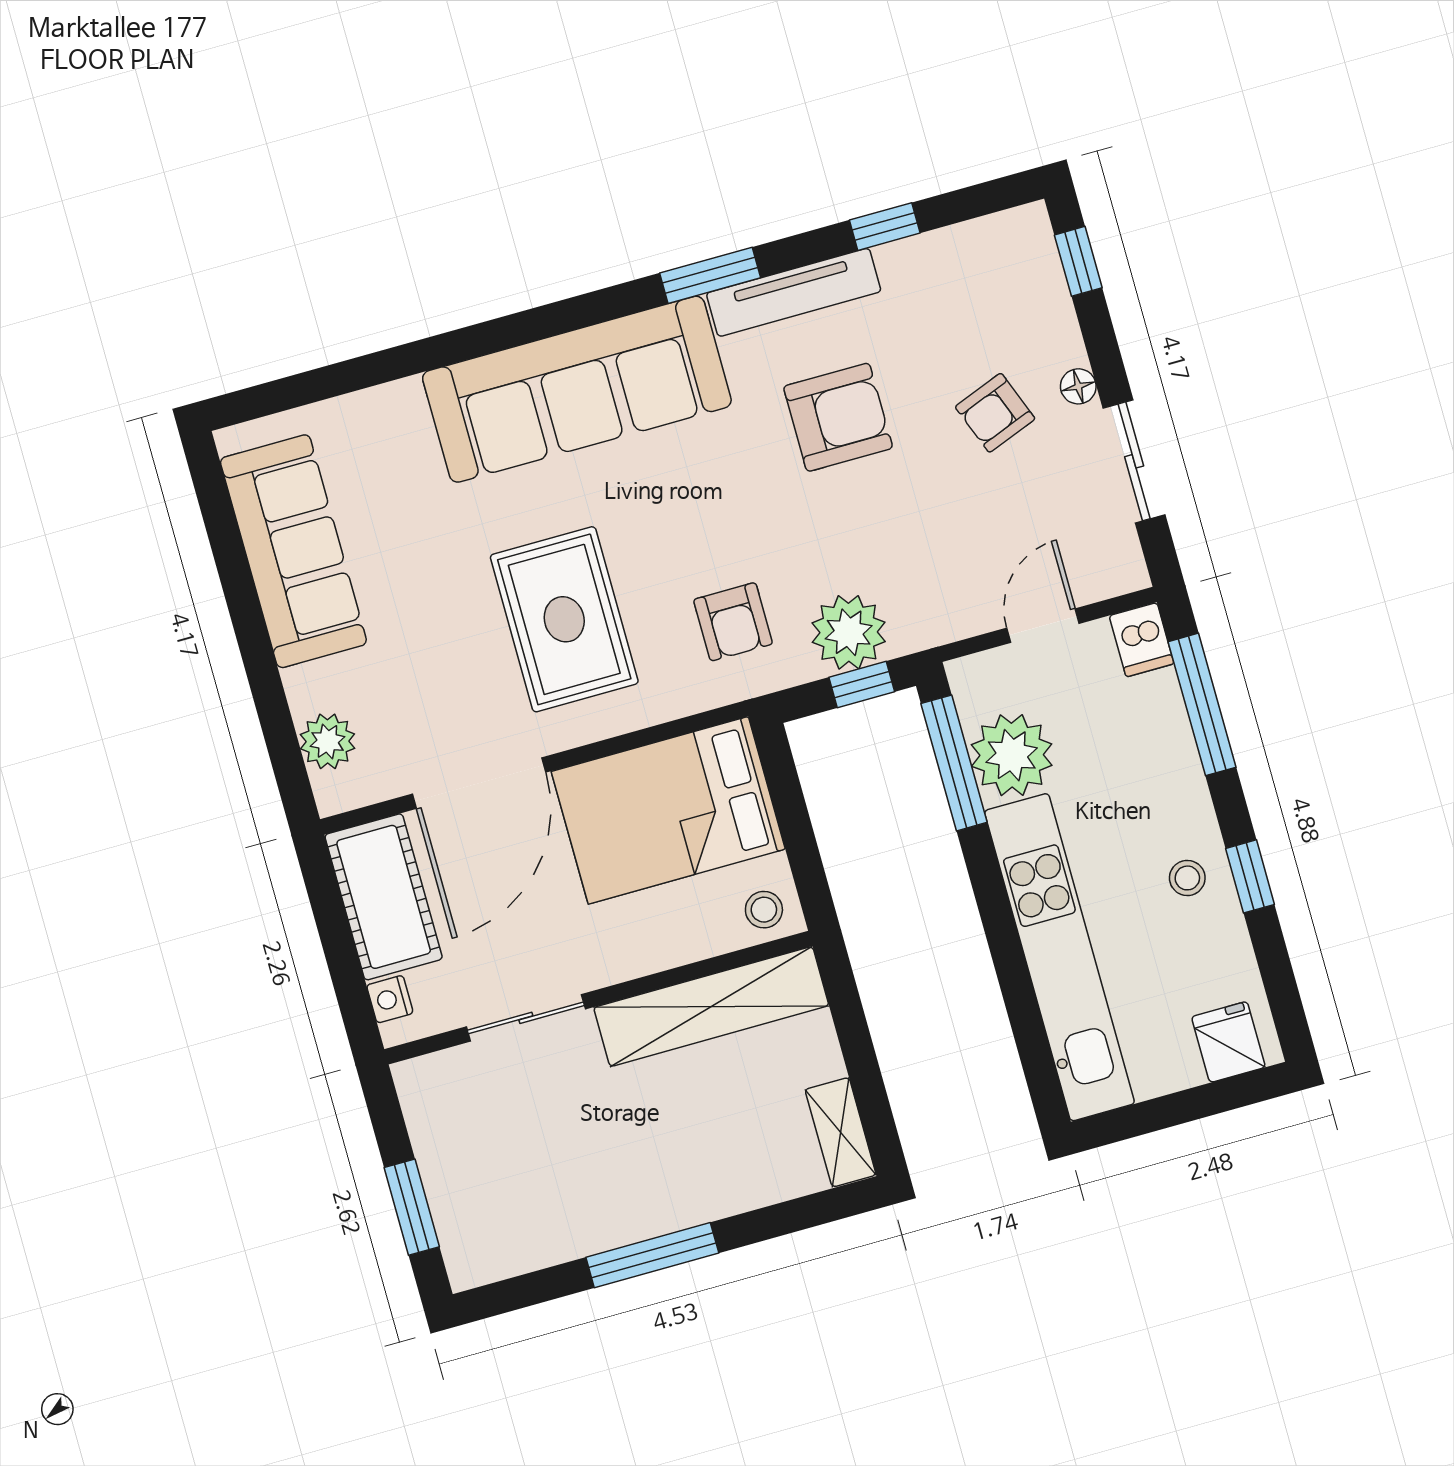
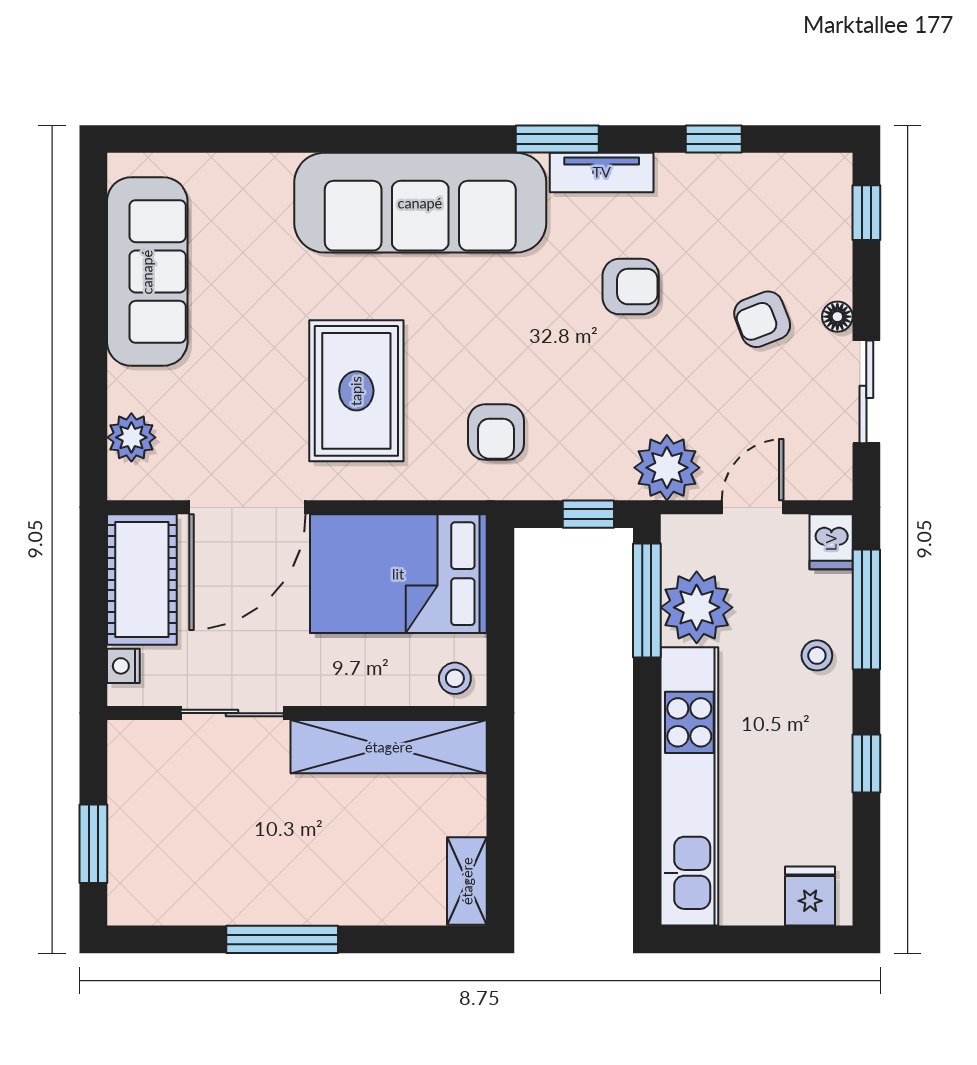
tv unit: (794, 292) -> (602, 172), width x0.71
armchair: (838, 417) -> (631, 287), width x0.72, depth x0.72
plant: (849, 632) -> (667, 468), moved
stool: (1187, 878) -> (817, 655), moved

